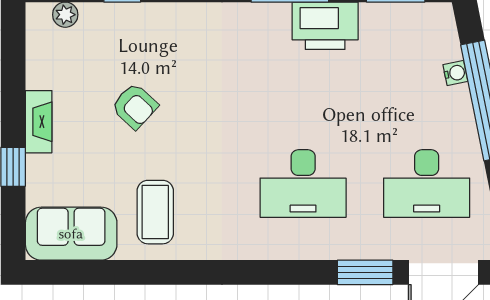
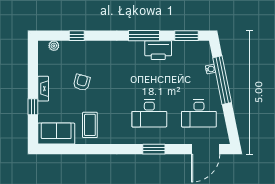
armchair: (135, 106) -> (82, 82), turned -118
window: (365, 272) -> (154, 149), moved

